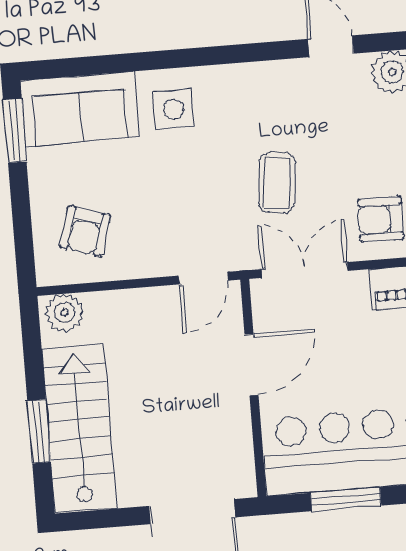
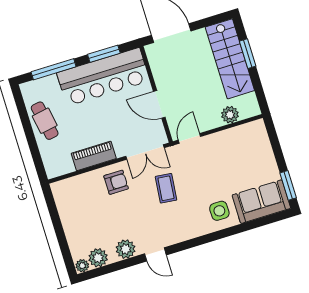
armchair: (85, 231) -> (247, 148), removed
plant: (65, 313) -> (230, 115), moved
door: (252, 365) -> (159, 104), hinge flipped

